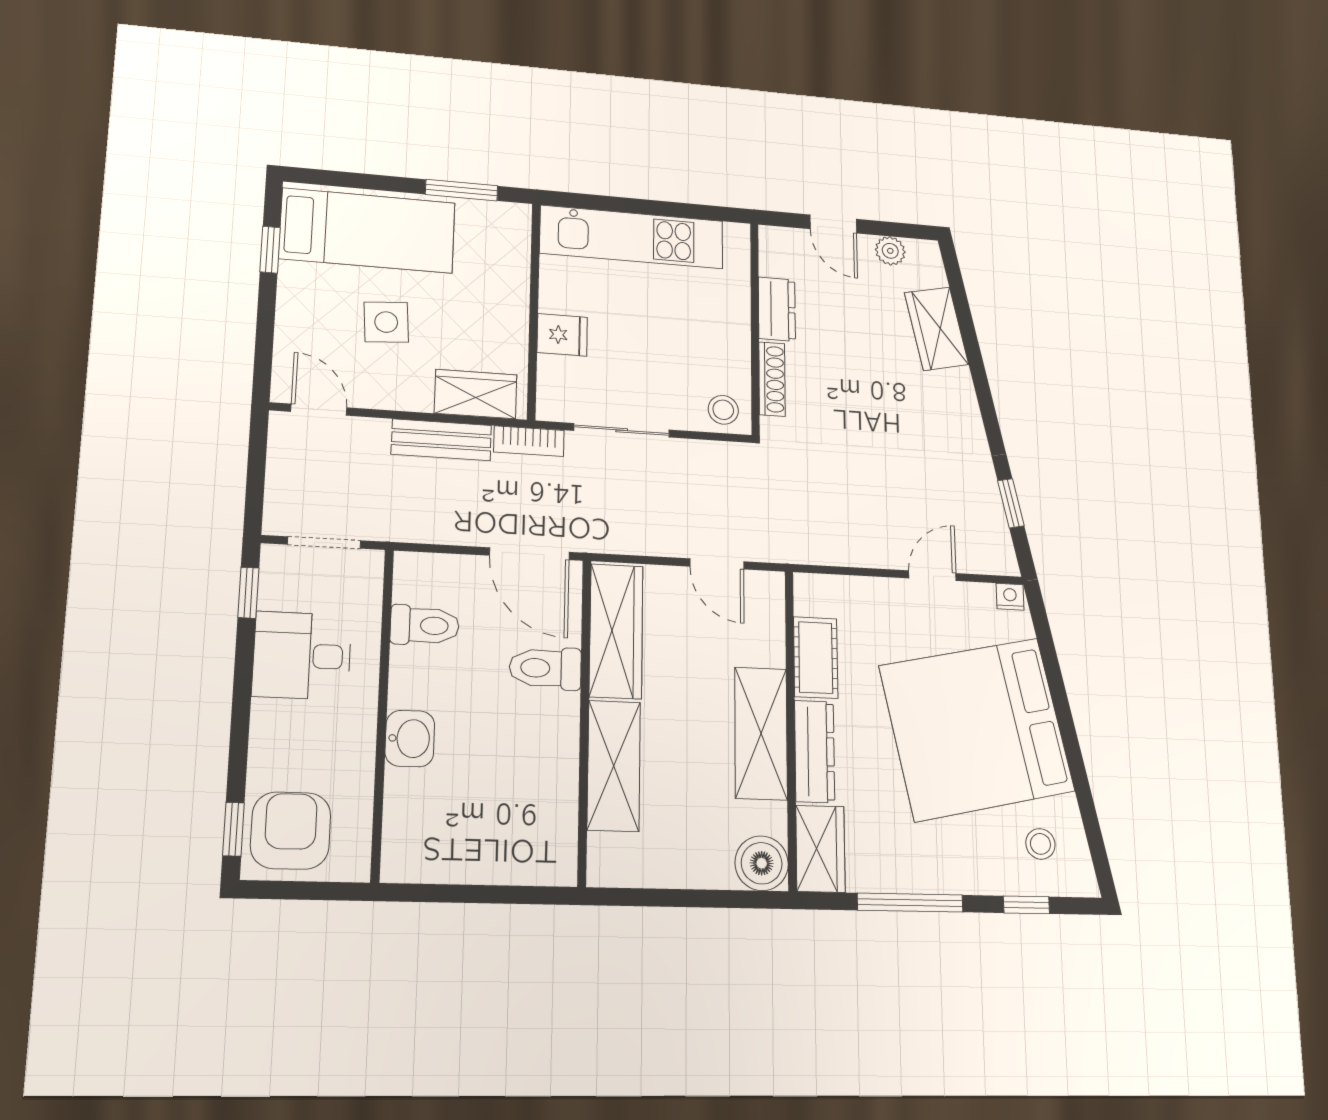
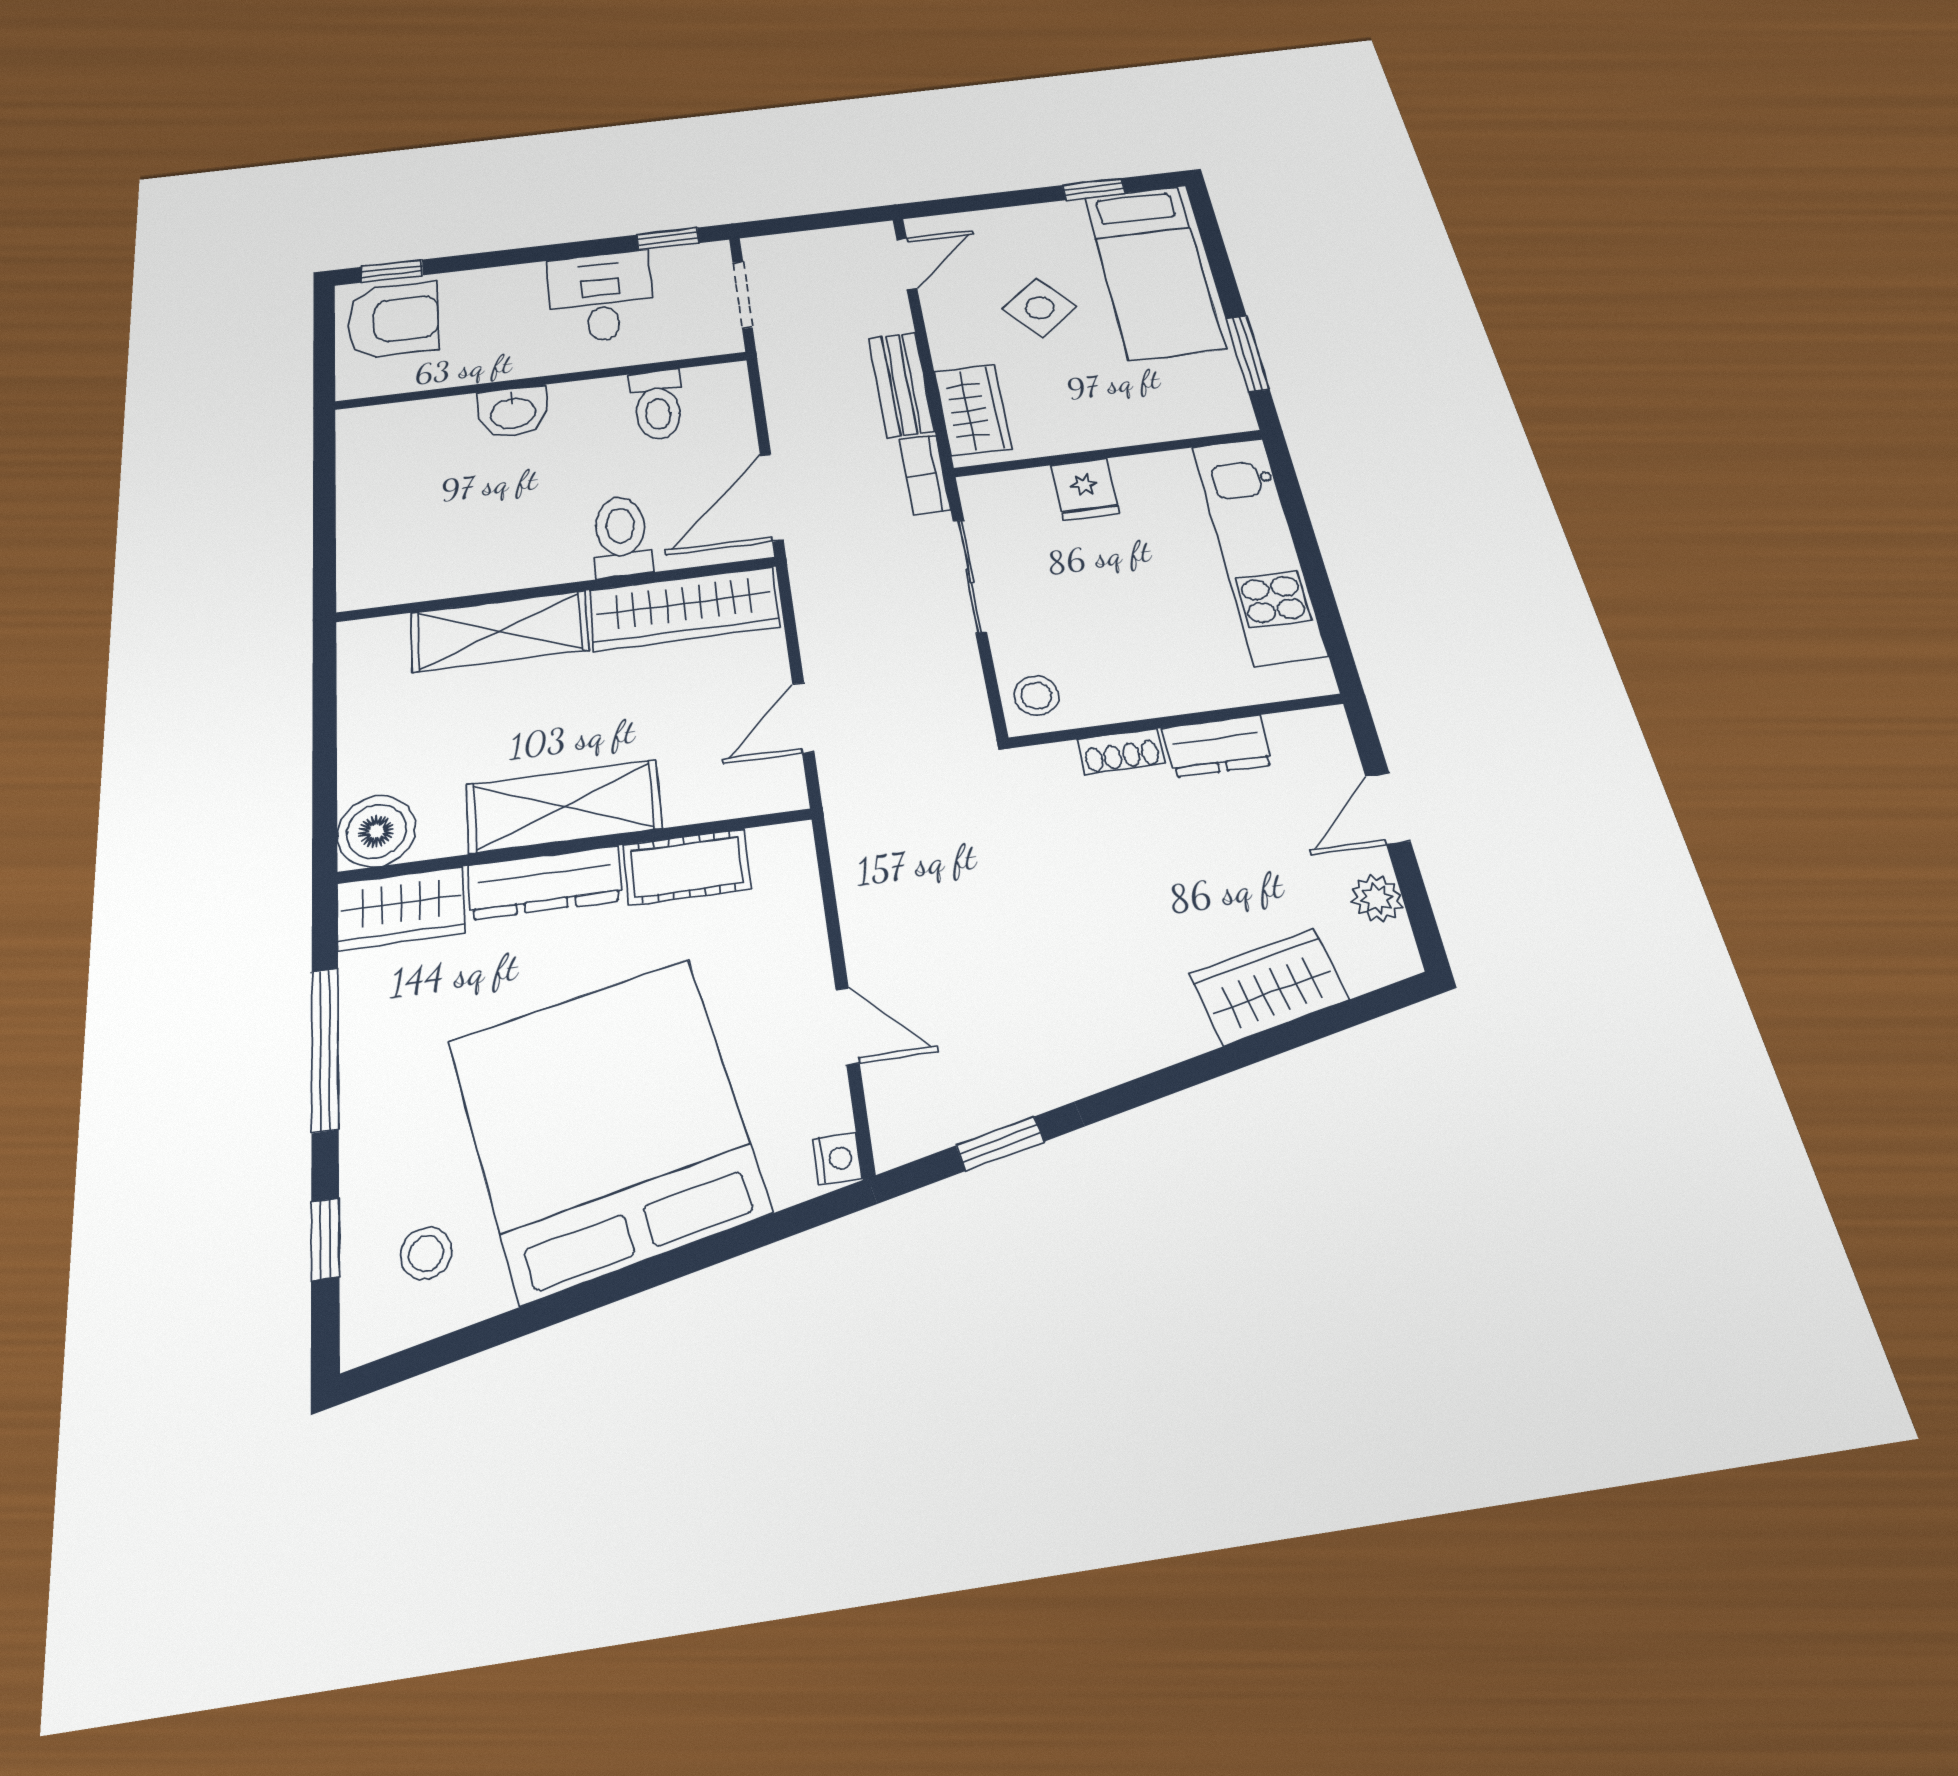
side table: (386, 322) -> (1040, 308), turned -35
shoe rack: (772, 379) -> (1121, 751), width x0.70

